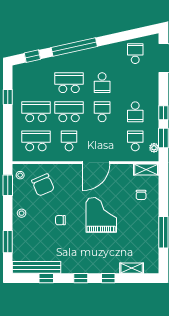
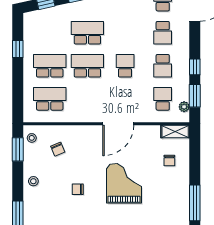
school desk: (102, 83) -> (163, 33), moved
school desk: (69, 141) -> (87, 99), removed
chair: (43, 185) -> (58, 149), width x0.54, depth x0.54

